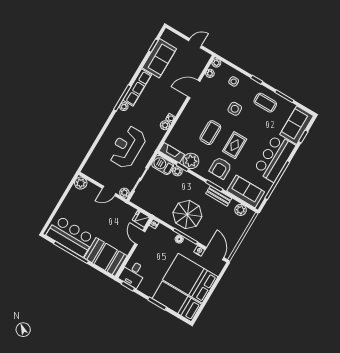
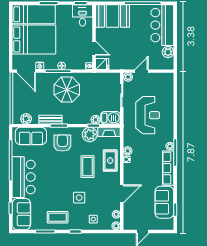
rug: (235, 145) -> (110, 161), moved
plant: (81, 183) -> (168, 52), moved
bar counter: (71, 236) -> (162, 25), moved, turned 90

